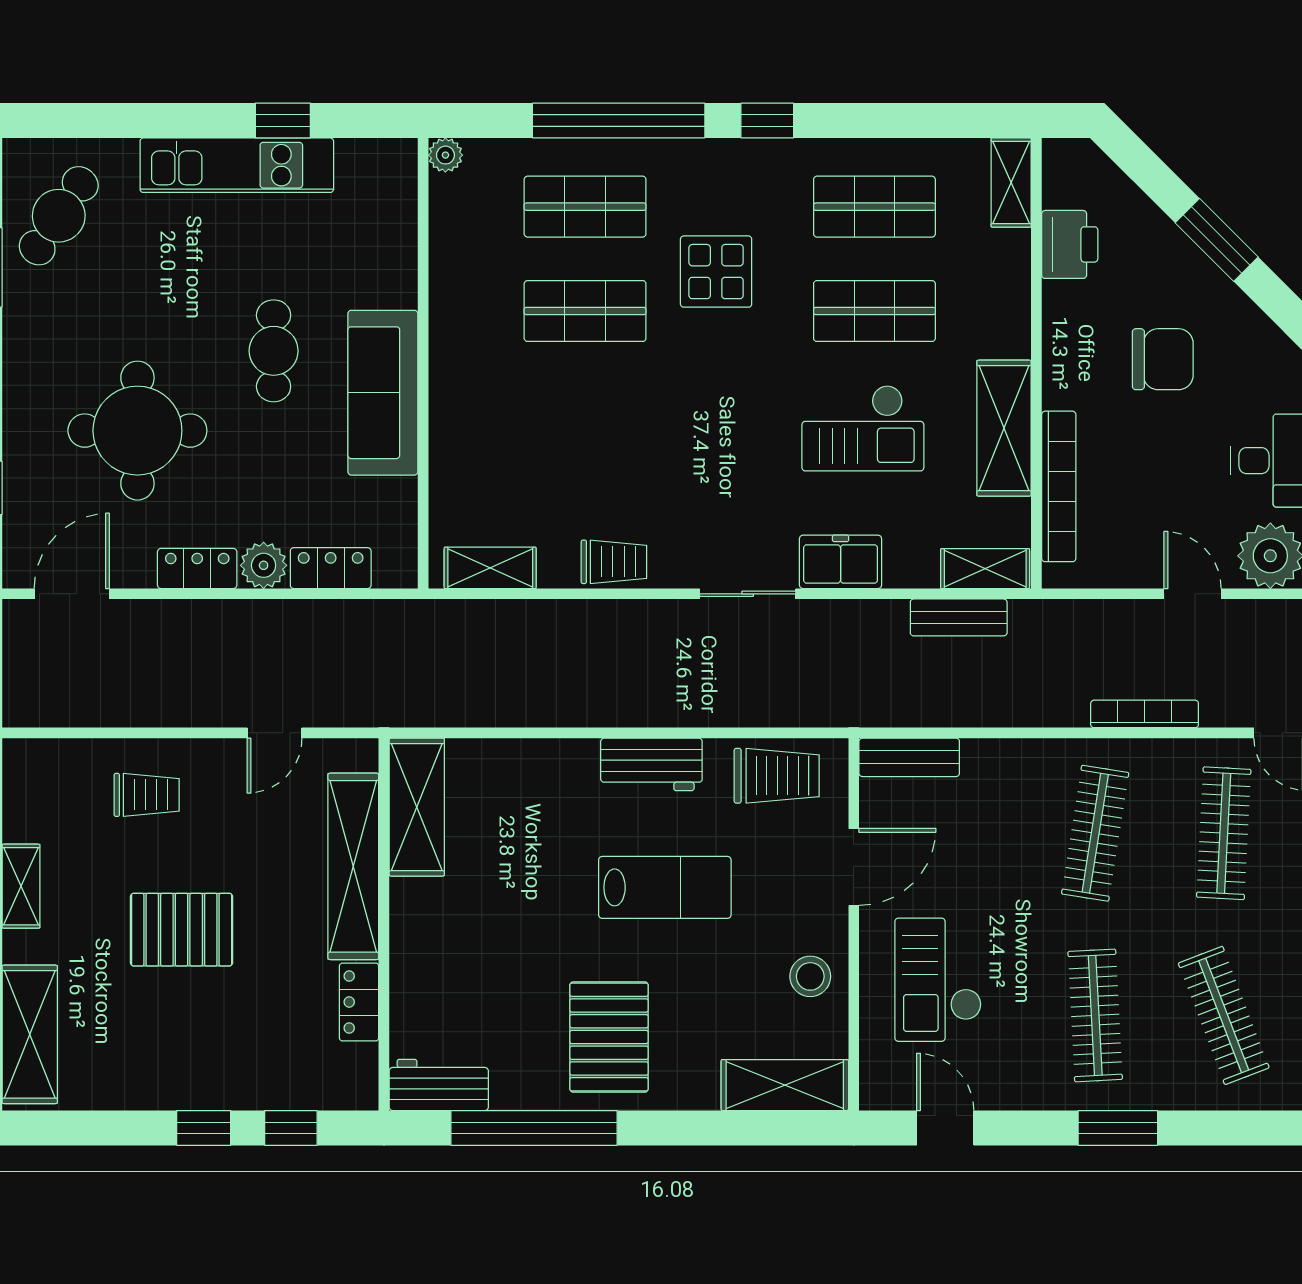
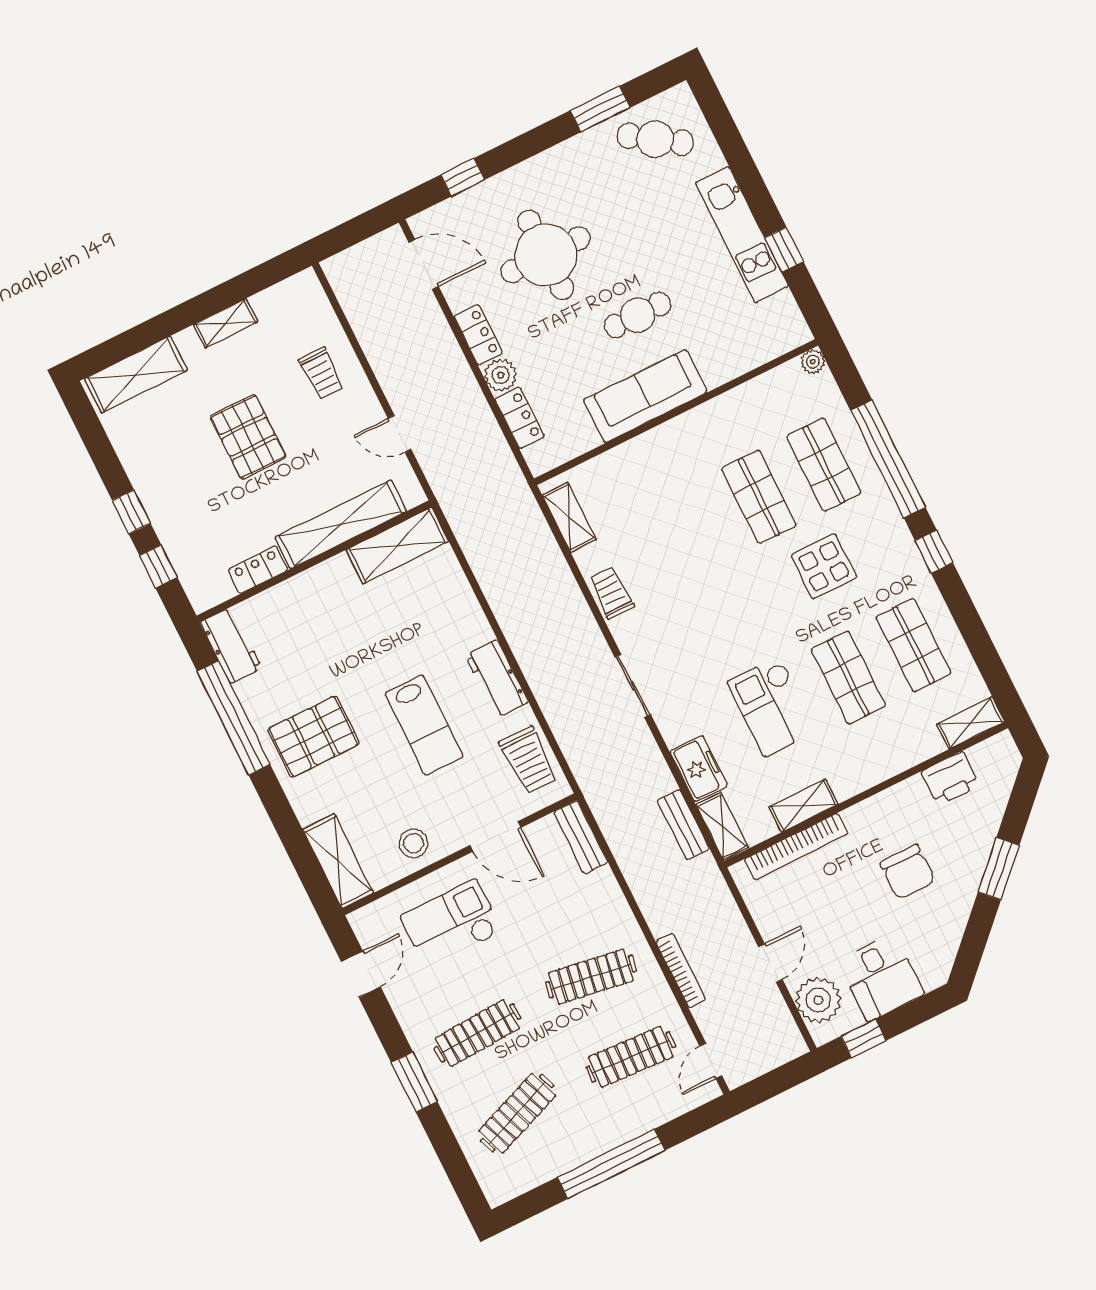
shelving: (1004, 428) -> (803, 806), width x0.67, depth x0.75
trolley: (614, 562) -> (611, 593), turned 180
freezer: (841, 562) -> (699, 769), moved

